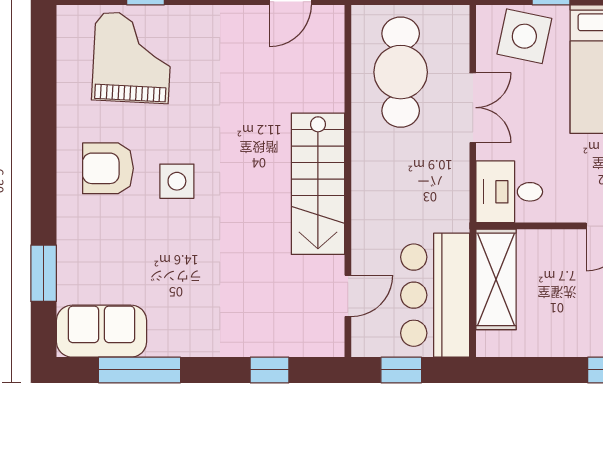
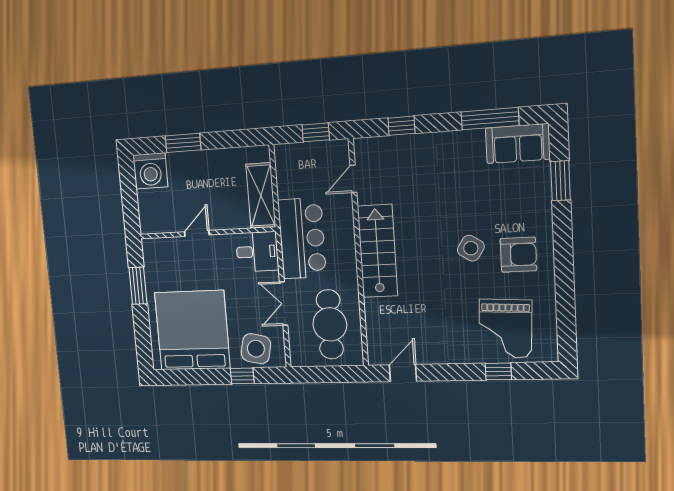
side table: (177, 181) -> (471, 248), turned 33
bar counter: (435, 295) -> (302, 238), moved

